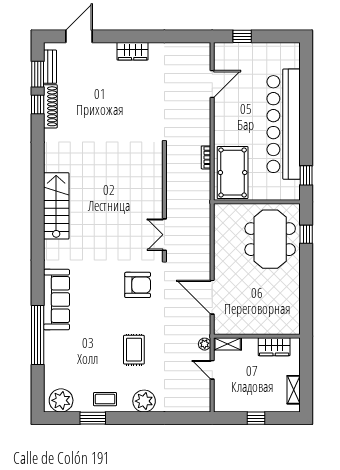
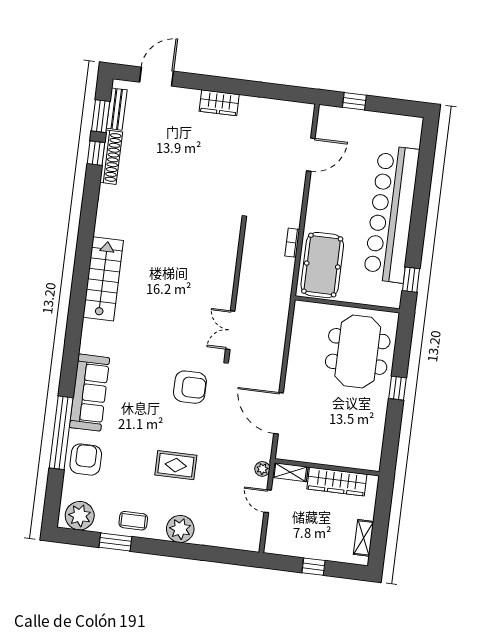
window: (306, 234) -> (398, 388), moved
wardrobe: (274, 347) -> (337, 482), width x1.50
rug: (134, 350) -> (176, 465), turned 90
armchair: (60, 354) -> (86, 460), added

